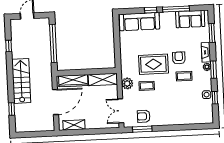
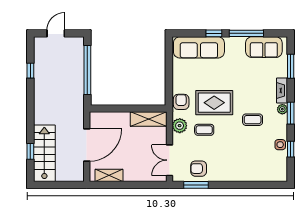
armchair: (179, 58) -> (181, 102), moved
stairs: (21, 81) -> (44, 153), moved
wardrobe: (73, 81) -> (111, 119), removed

